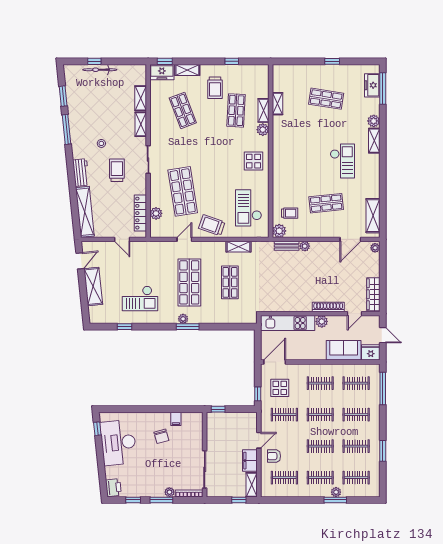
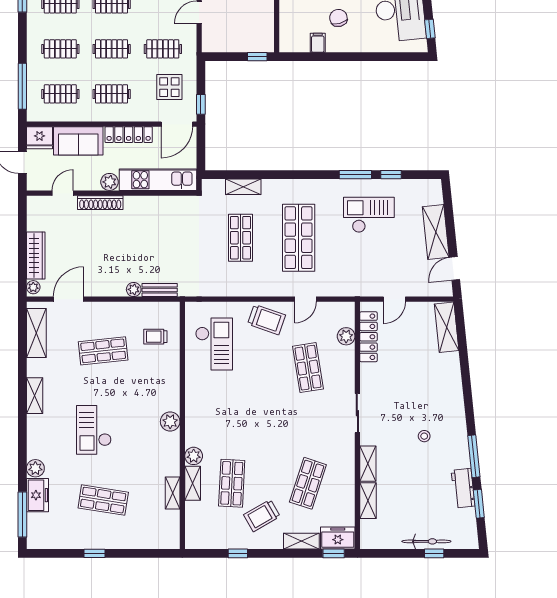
freezer: (372, 85) -> (37, 495), moved
trolley: (215, 88) -> (262, 516), turned -120
shop shelf: (183, 110) -> (308, 483), turned 39
shelving: (374, 141) -> (35, 396), moved
display table: (253, 161) -> (207, 411), removed
checkout: (342, 161) -> (94, 430), moved
trolley: (117, 170) -> (402, 398), removed
workbench: (81, 173) -> (463, 488), moved
shop shelf: (183, 191) -> (308, 368), width x0.70, depth x0.74
shelving: (85, 212) -> (447, 327), width x0.68
plant: (279, 231) -> (170, 422), moved
door: (122, 239) -> (394, 299), swing flipped
shelving: (239, 247) -> (243, 187), moved
wardrobe: (373, 294) -> (36, 255), moved
plant: (183, 319) -> (307, 186), removed
window: (188, 327) -> (355, 175), moved
locker: (308, 355) -> (129, 135), added
window: (258, 394) -> (201, 104), moved

